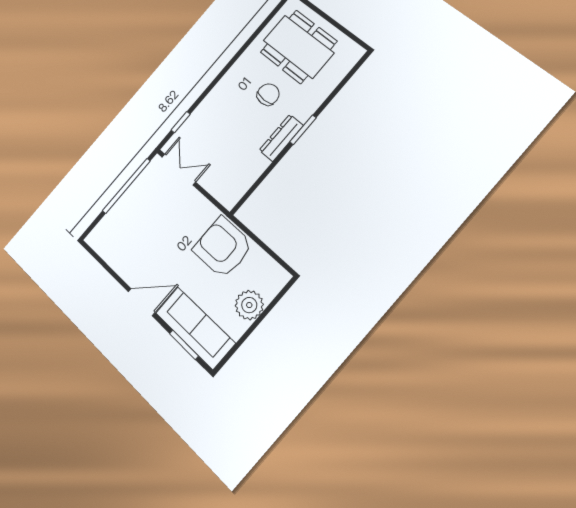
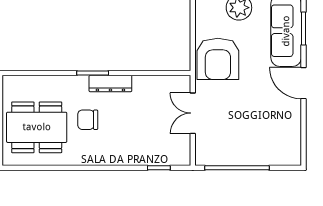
dining table: (298, 47) -> (37, 127), turned 90
double door: (179, 170) -> (193, 113), moved

